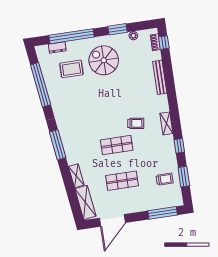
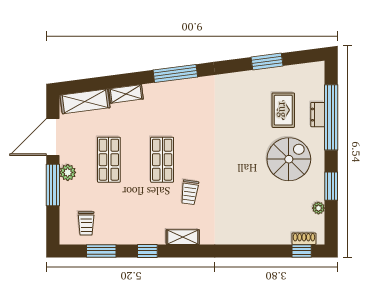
dresser: (57, 47) -> (318, 115), moved
bench: (160, 77) -> (252, 238), removed
window: (41, 85) -> (267, 62), width x0.47
trolley: (165, 179) -> (86, 223), moved
plant: (135, 207) -> (68, 172), added
window: (163, 213) -> (53, 185), moved
door: (112, 220) -> (53, 137), hinge flipped

